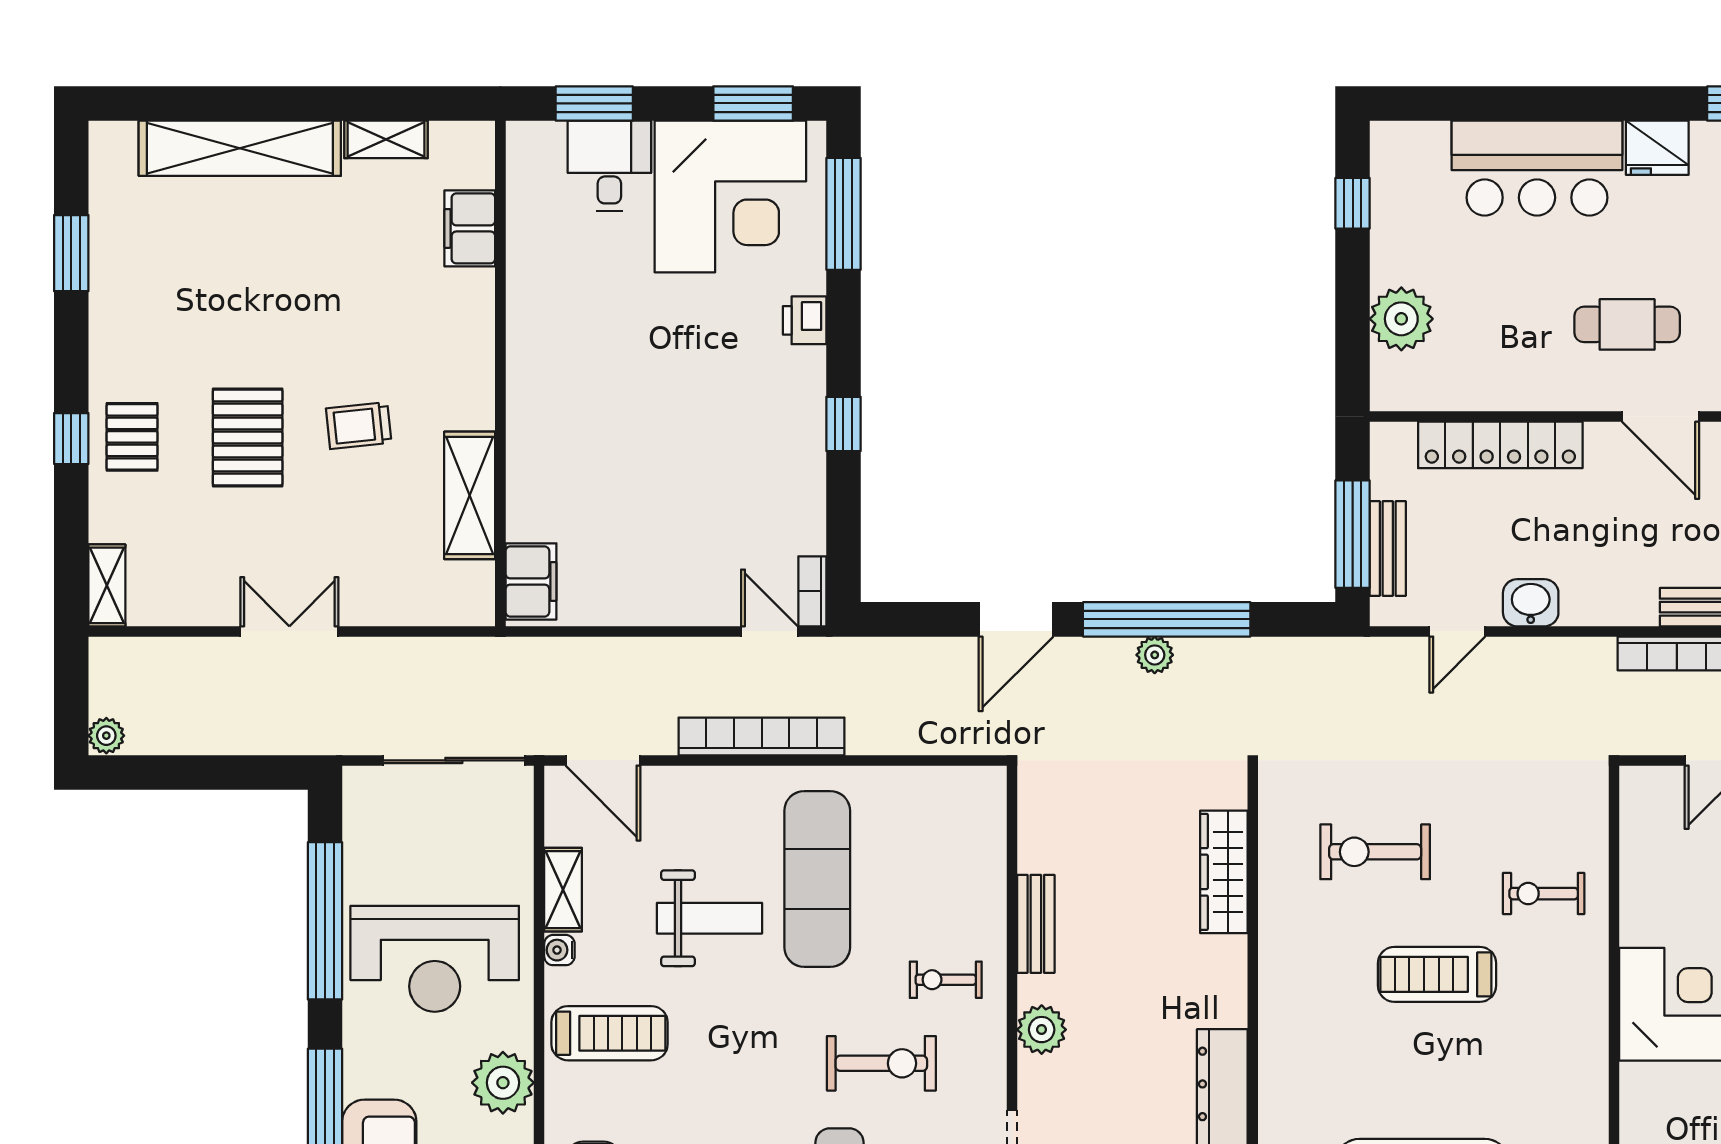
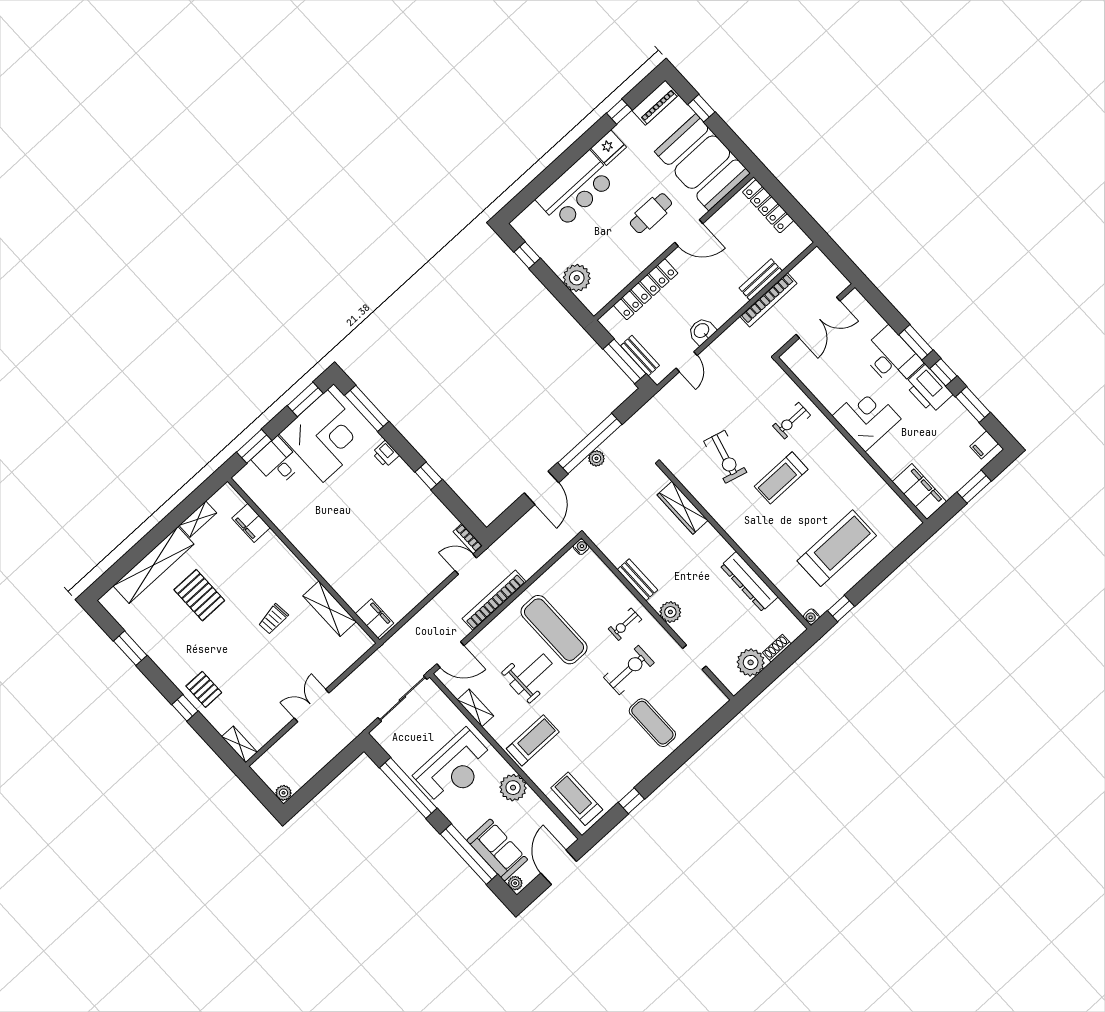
pallet: (248, 437) -> (199, 595), moved
exercise bike: (1375, 852) -> (725, 457), turned -75
water cooler: (559, 950) -> (581, 547), moved, turned 180

